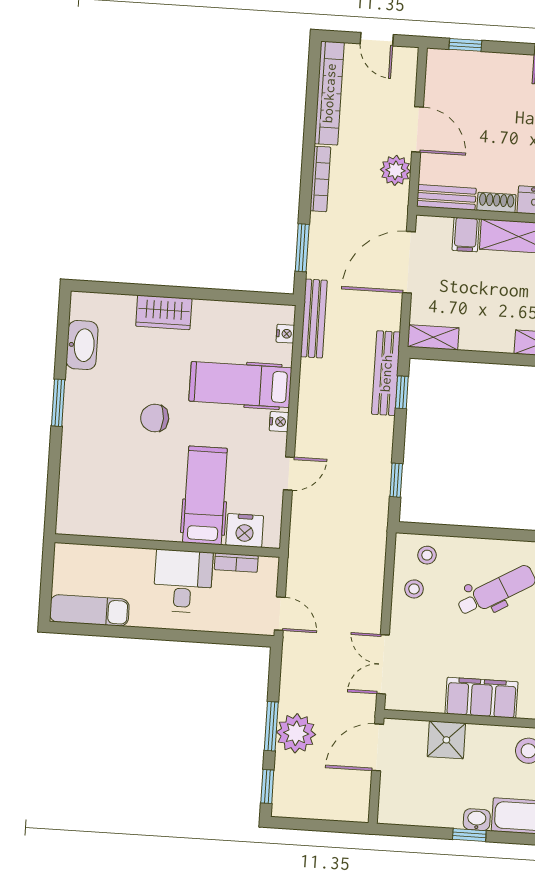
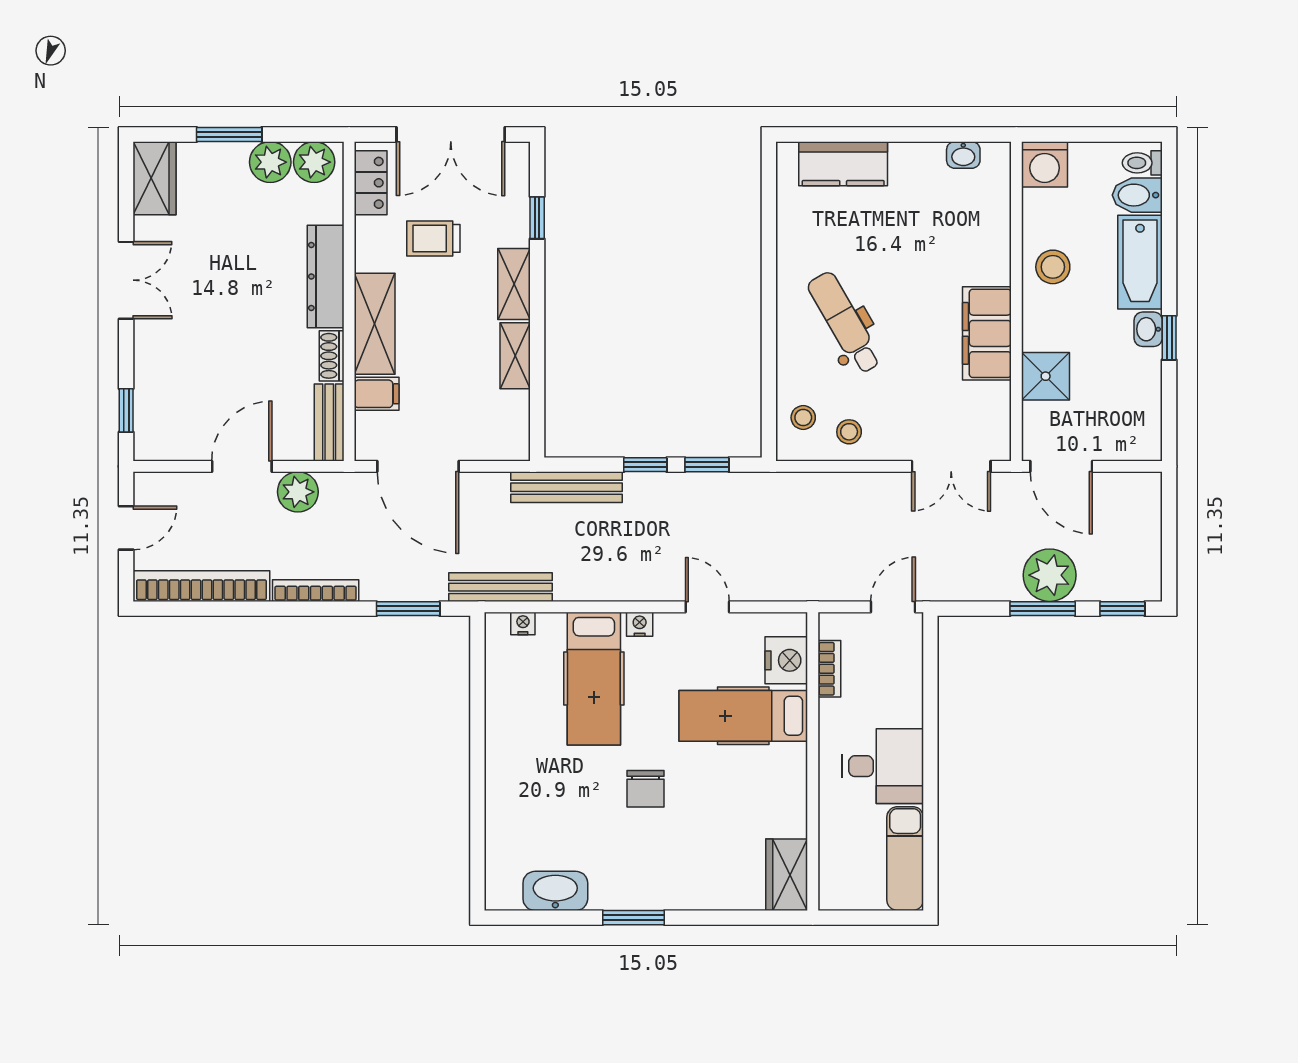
wardrobe: (164, 312) -> (787, 875), moved, turned 180
shelving: (433, 337) -> (515, 356), moved
window: (402, 392) -> (645, 465), moved
desk: (183, 581) -> (883, 766), moved, turned 180

